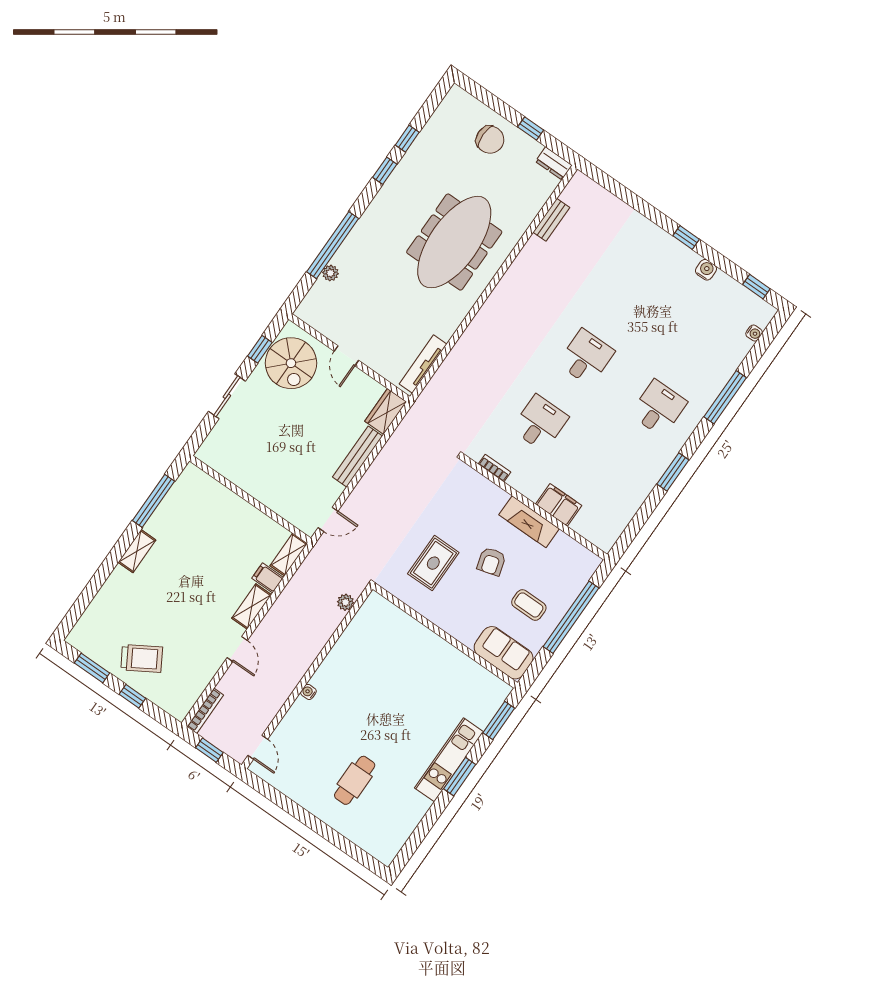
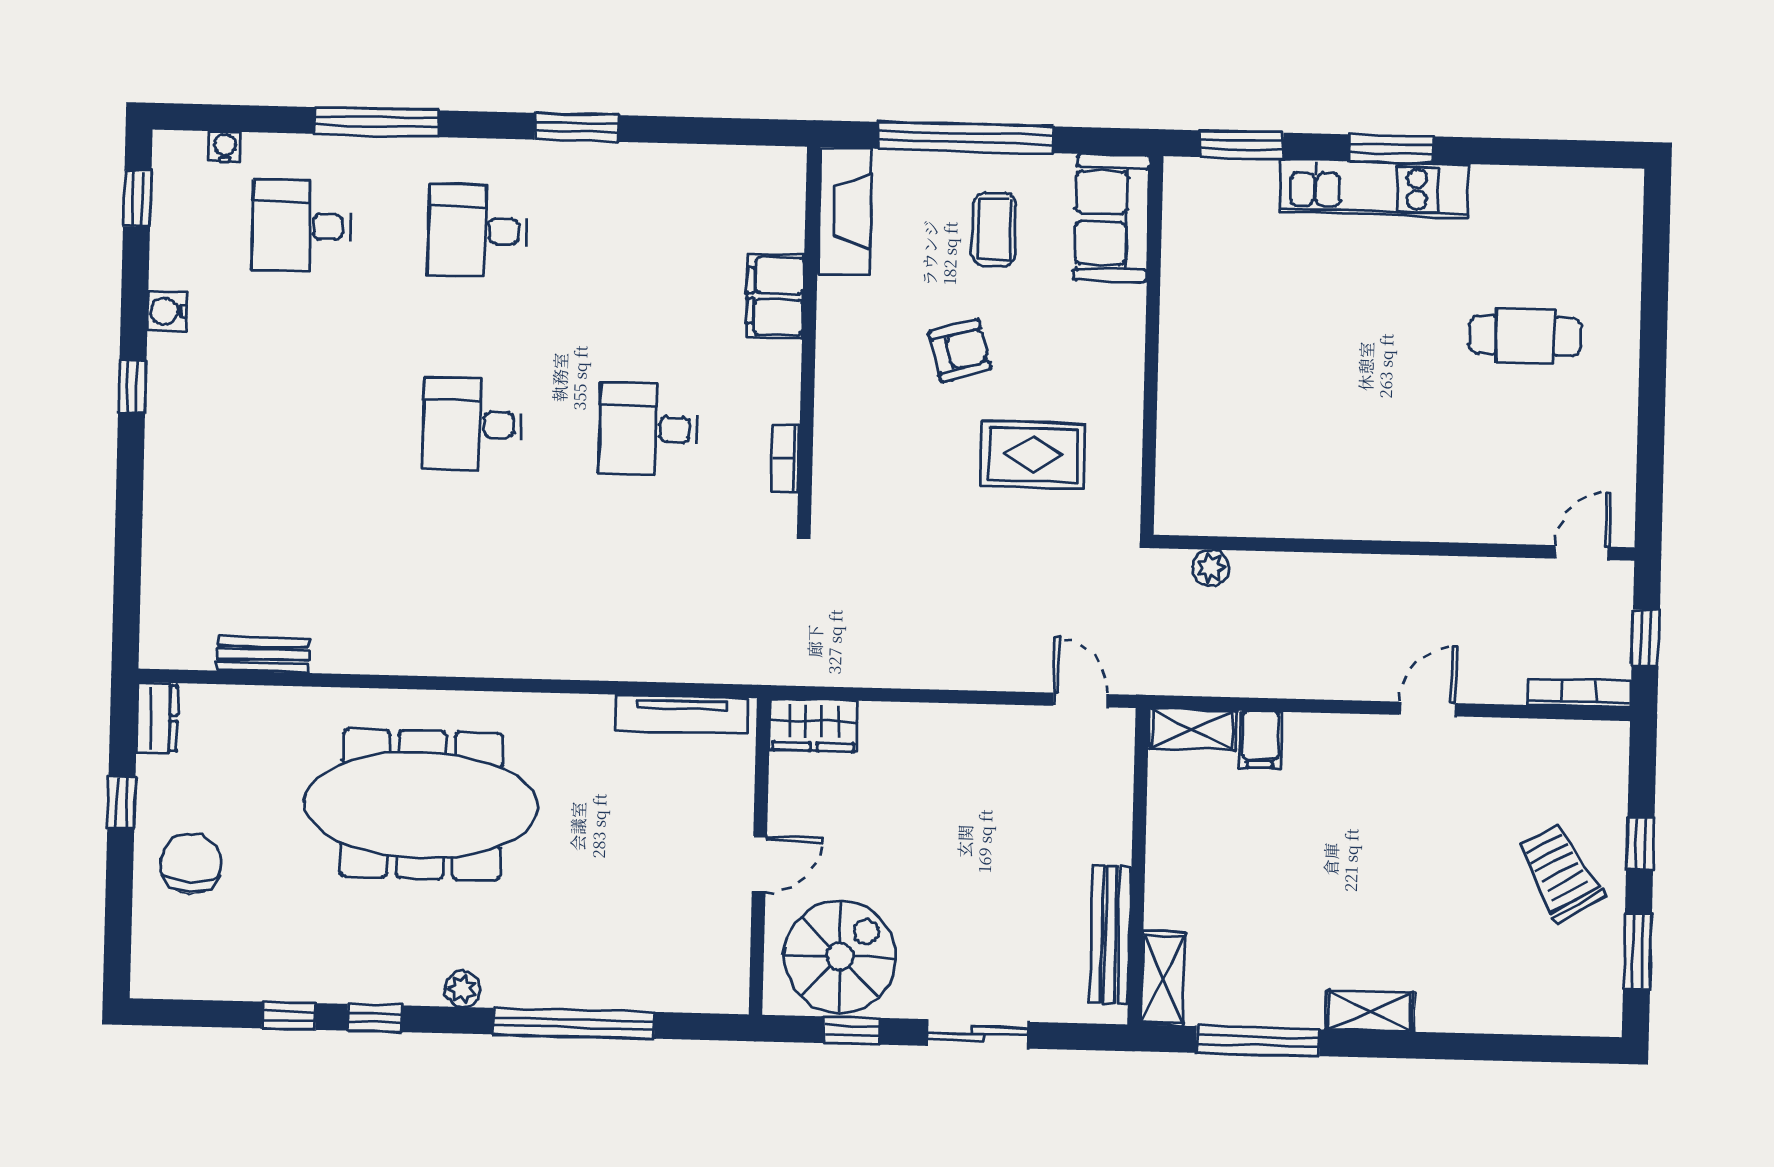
plant: (330, 273) -> (462, 989), moved
desk: (705, 342) -> (301, 226), added
bench: (358, 457) -> (1111, 935), moved, turned 90
fireplace: (529, 522) -> (845, 211), moved
shelving: (252, 607) -> (1163, 979), moved, turned 90
water cooler: (308, 692) -> (1420, 527), removed

